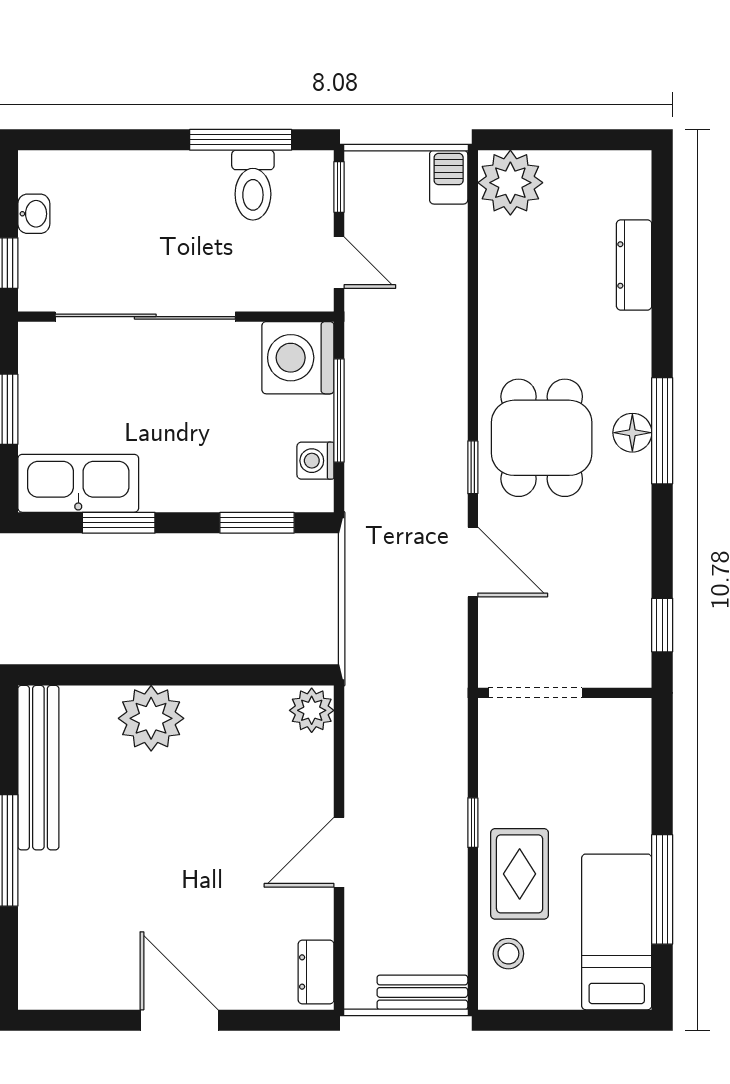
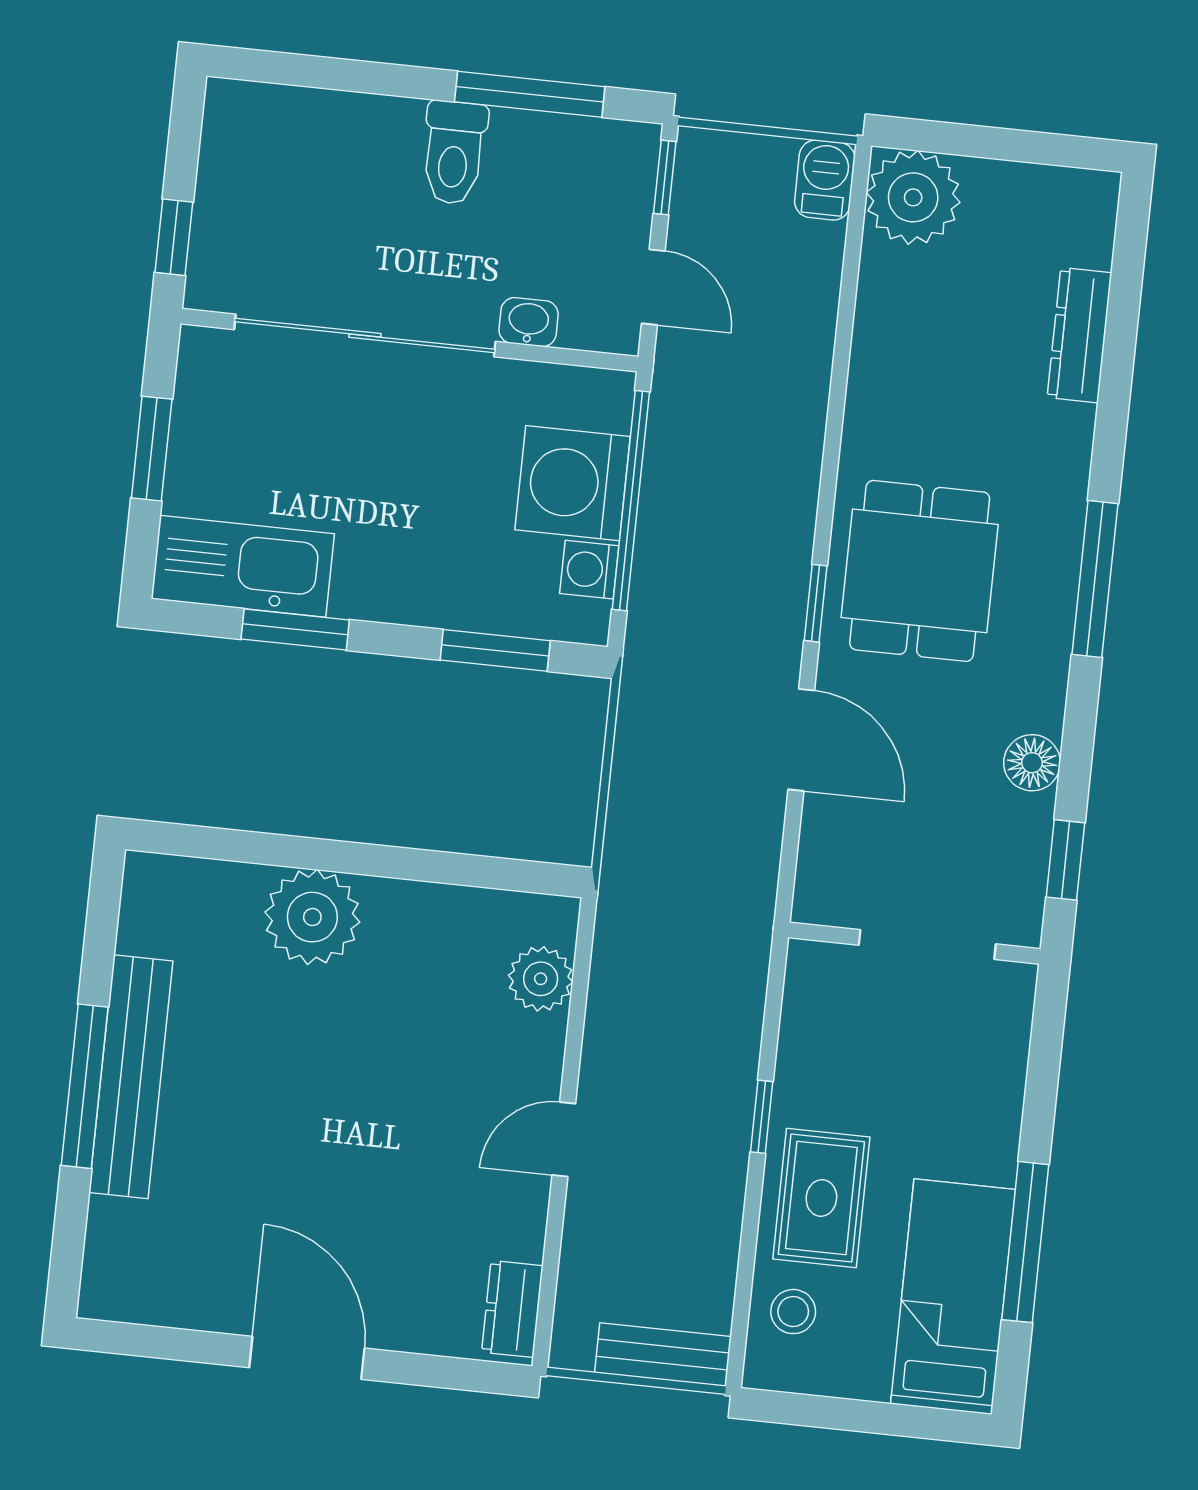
toilet: (253, 185) -> (454, 153), moved
washbasin: (34, 214) -> (529, 322), moved, turned -90
washing machine: (298, 358) -> (573, 483), moved
window: (339, 410) -> (631, 501), width x1.46
floor lamp: (632, 433) -> (1032, 763), moved
doorway: (535, 693) -> (927, 945), moved
plant: (312, 710) -> (541, 979), moved
bench: (38, 768) -> (131, 1077), moved
door: (339, 852) -> (564, 1139), width x0.73

